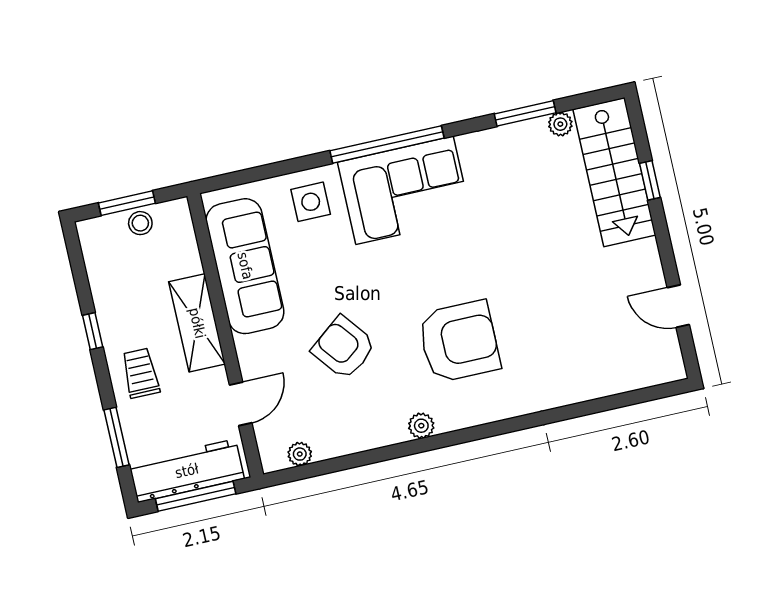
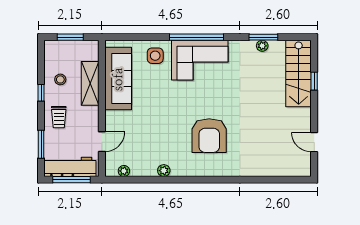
plant: (560, 124) -> (262, 46), moved
stool: (140, 223) -> (60, 79), moved
shelving: (197, 323) -> (90, 83), moved
armchair: (459, 341) -> (209, 136), turned 90
armchair: (344, 348) -> (155, 126), removed
trolley: (141, 373) -> (59, 117), turned 180
plant: (421, 426) -> (164, 171), moved

